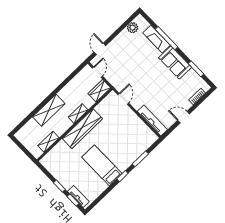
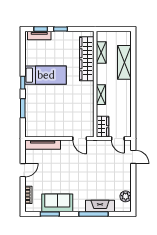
sofa: (175, 62) -> (57, 203), moved
shelving: (49, 110) -> (124, 62), moved
wardrobe: (82, 129) -> (87, 59), moved

